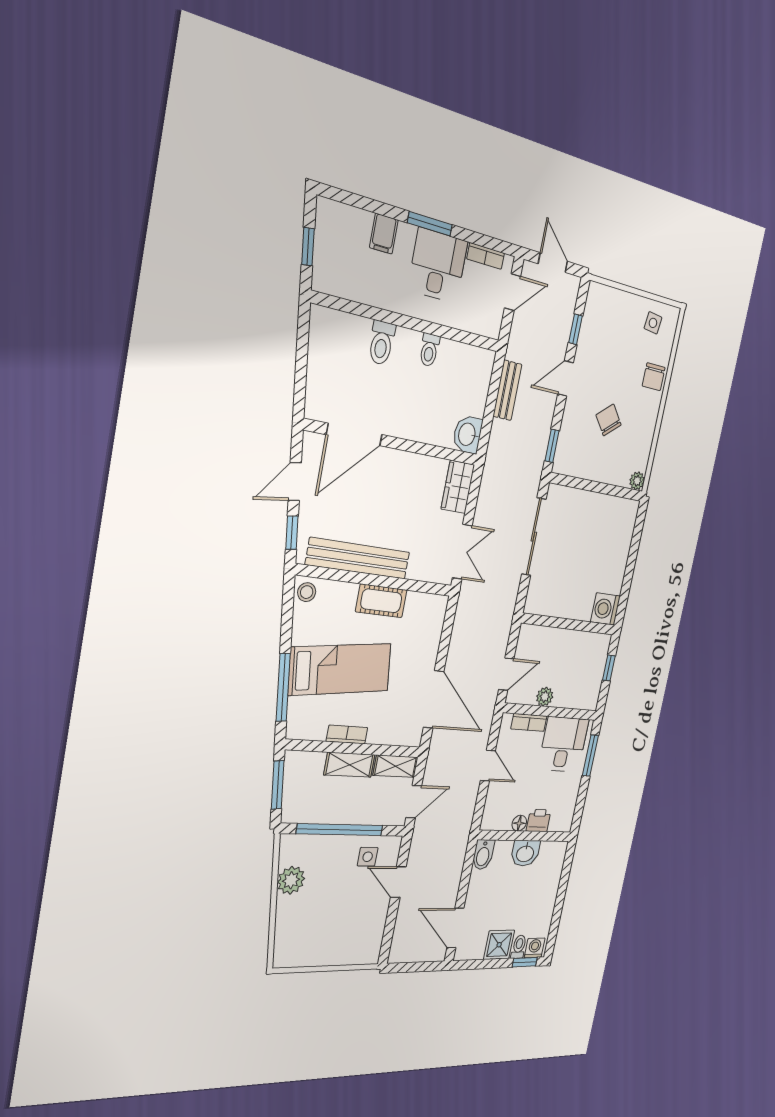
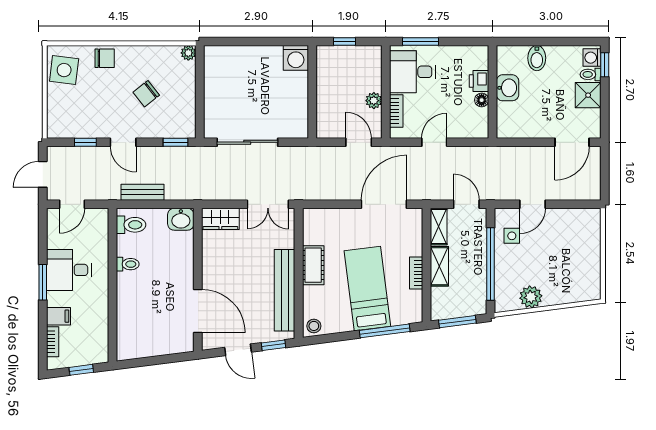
bookcase: (486, 256) -> (53, 342), moved
door: (513, 292) -> (72, 204), swing flipped
side table: (653, 323) -> (64, 70), width x1.87, depth x1.87
toilet: (382, 343) -> (131, 225), moved
double door: (462, 552) -> (268, 204), swing flipped
bidet: (483, 855) -> (537, 58), moved, turned 90

